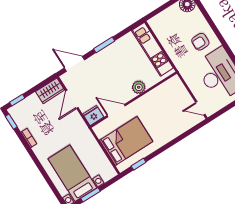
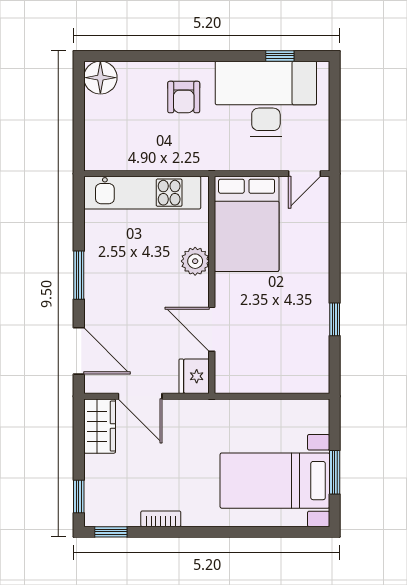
door: (74, 64) -> (79, 351), swing flipped
door: (116, 111) -> (212, 329), hinge flipped
bed: (126, 141) -> (247, 224), moved, turned 180
window: (139, 164) -> (335, 319), moved

